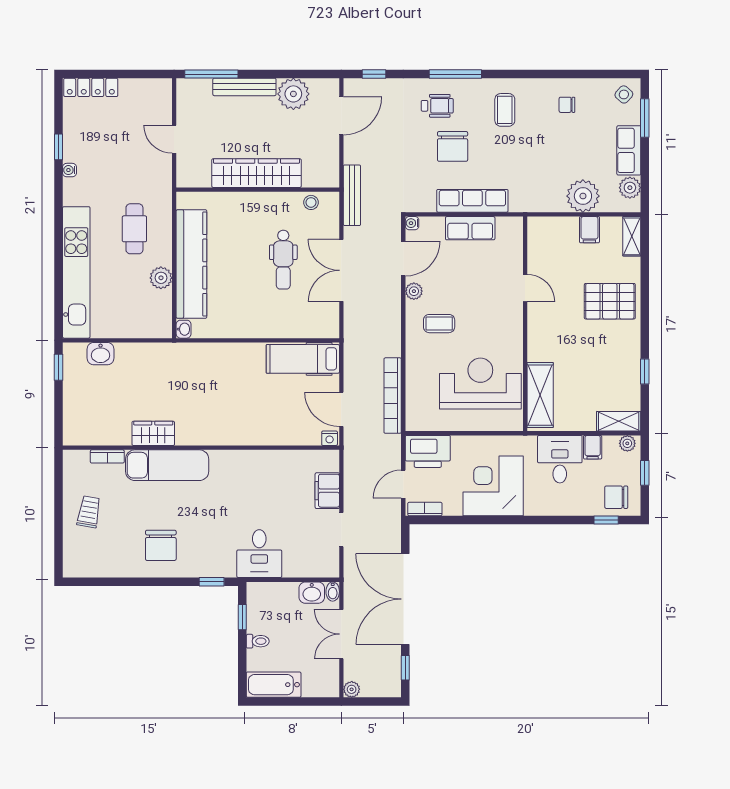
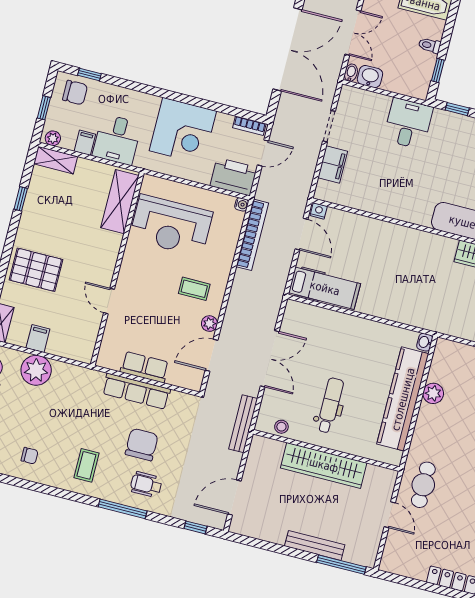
plant: (293, 94) -> (272, 528), removed
water cooler: (412, 223) -> (242, 204), moved
cafe table: (134, 229) -> (423, 485), moved
dental chair: (283, 260) -> (330, 405), moved

